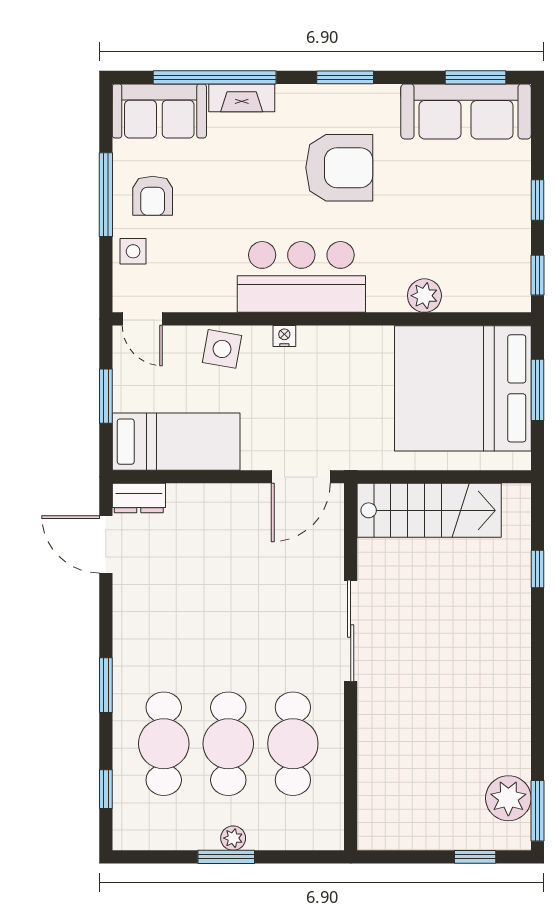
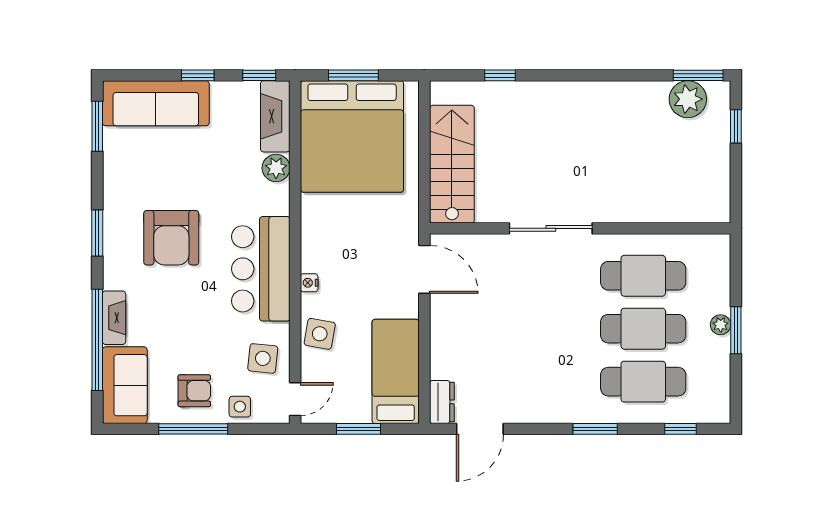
sofa: (466, 111) -> (156, 103), moved, turned 90
armchair: (339, 168) -> (171, 238), turned 180
side table: (192, 279) -> (263, 358), added
fireplace: (487, 295) -> (275, 116), added

